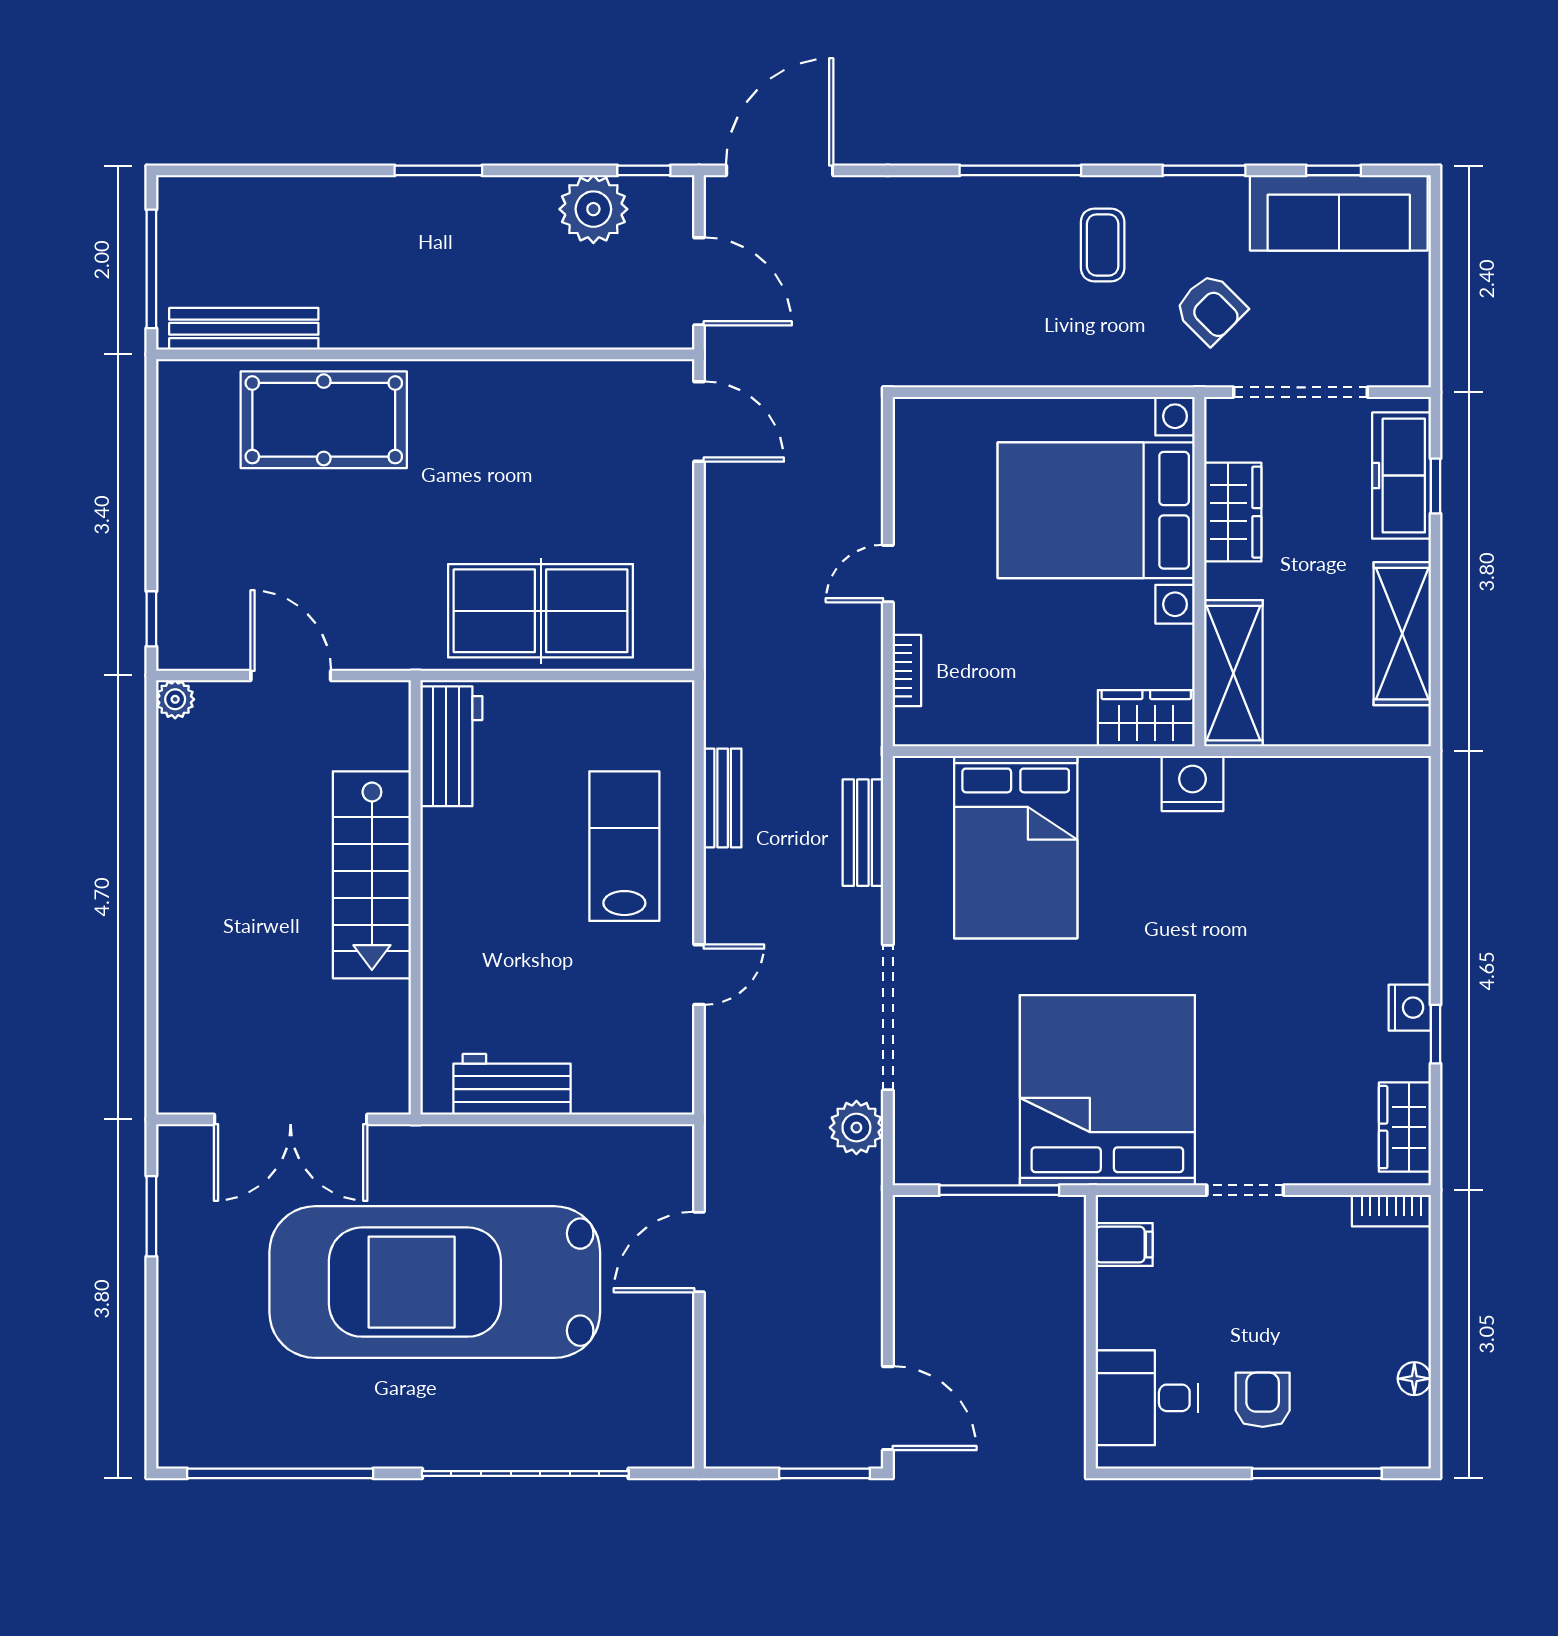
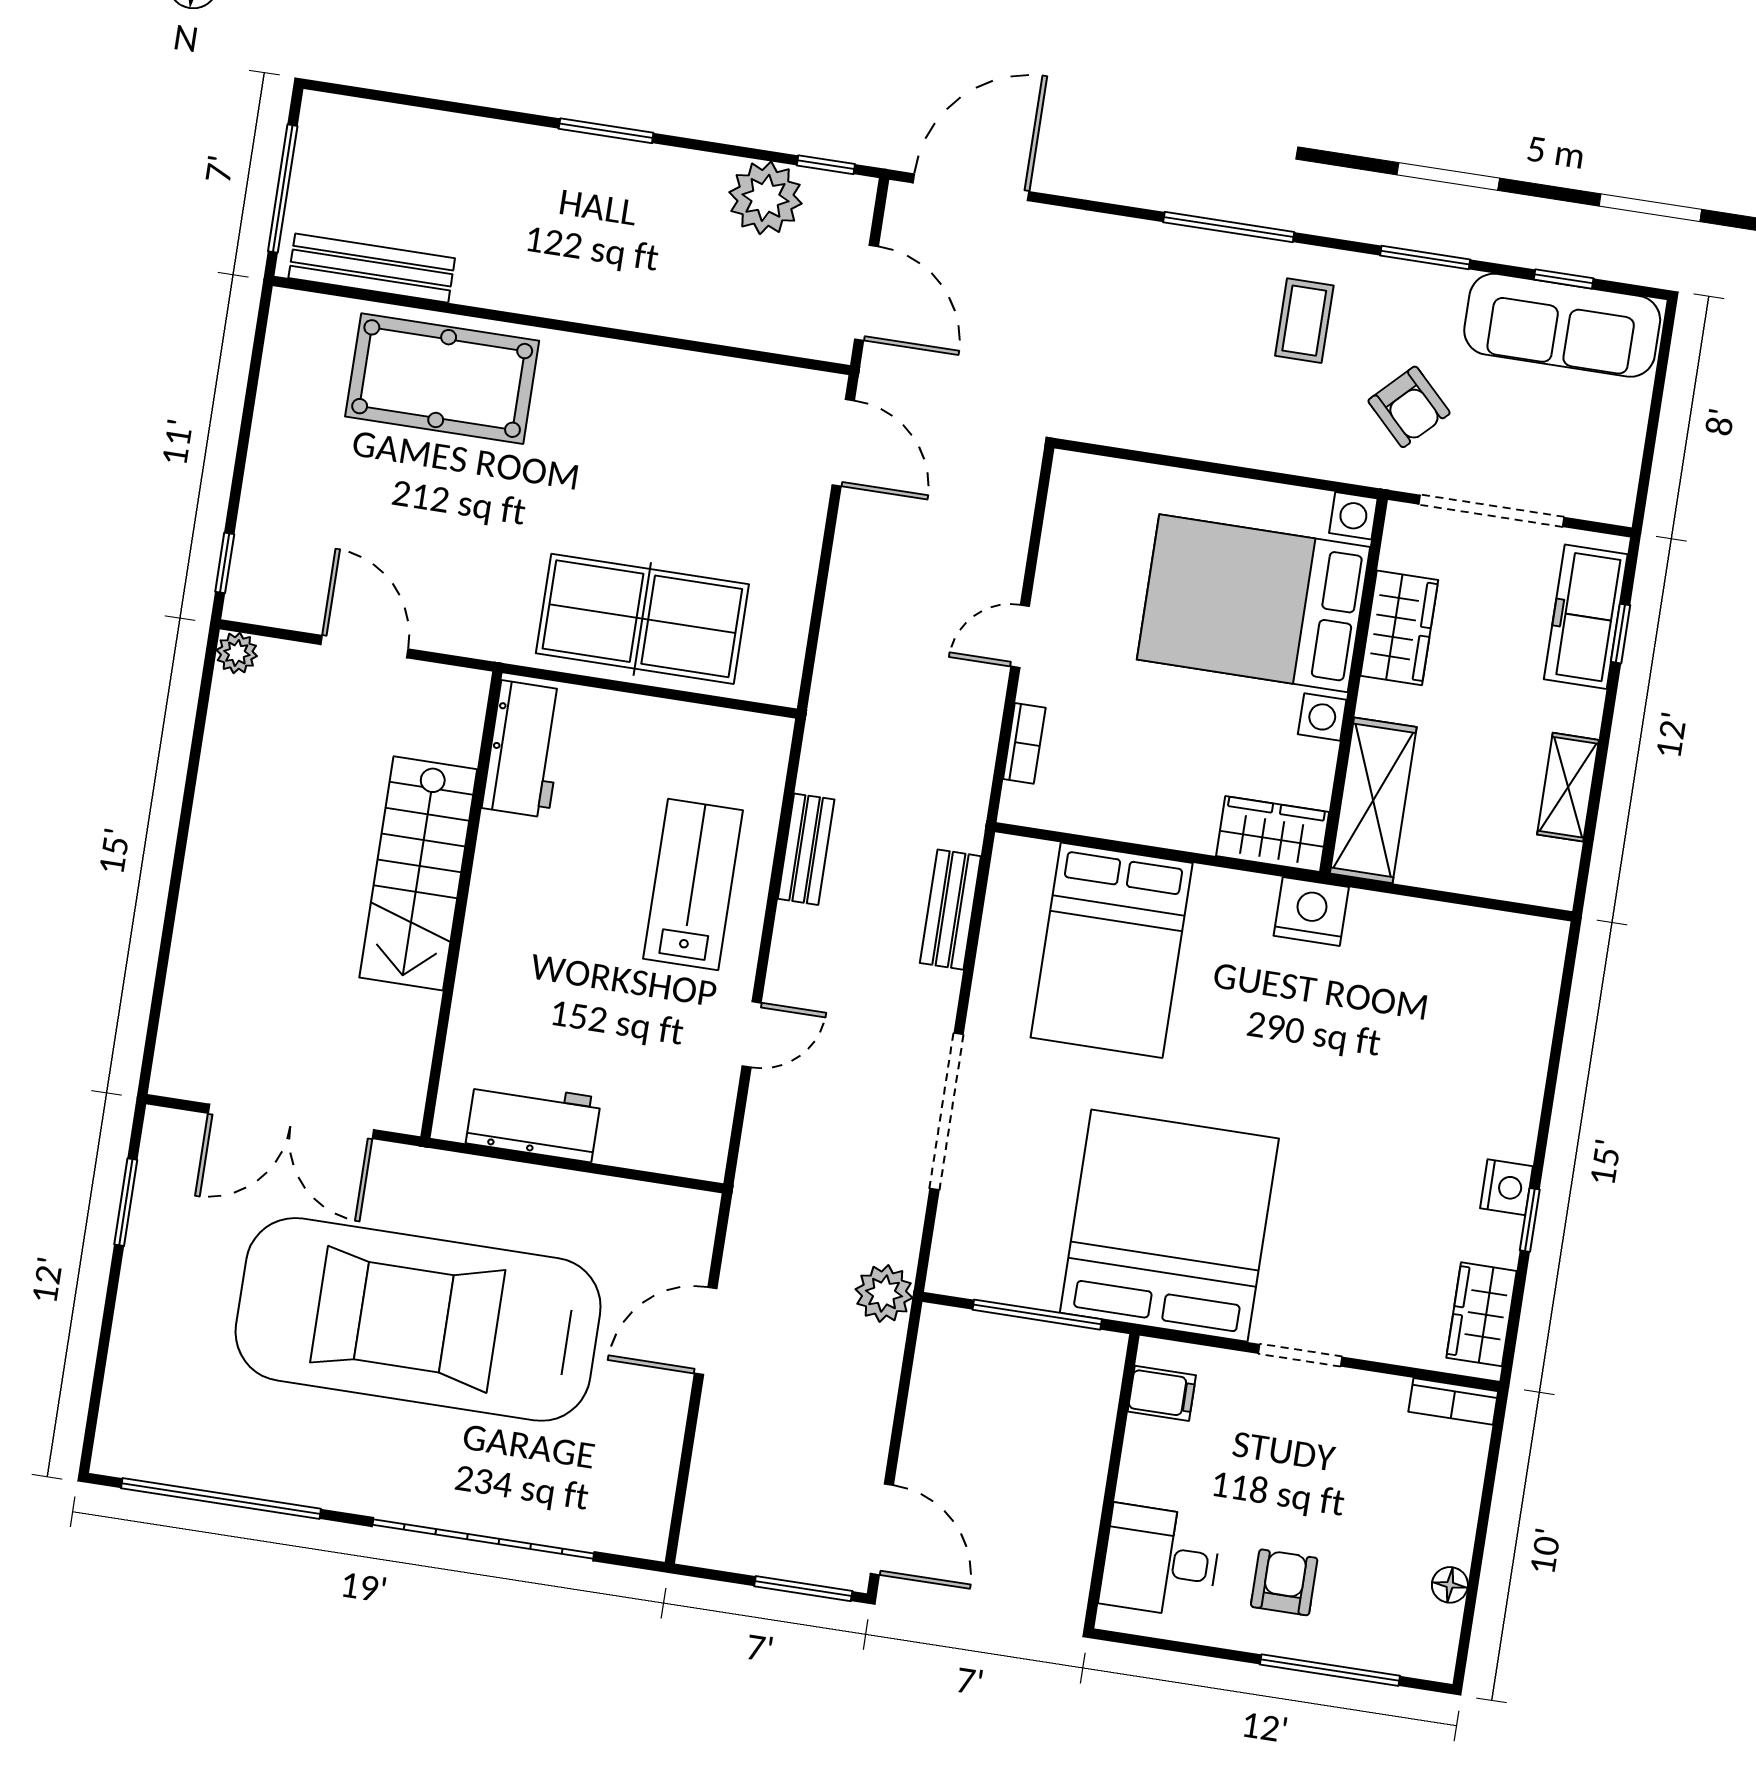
shelving: (1402, 634) -> (1568, 787), width x0.67, depth x0.75
plant: (856, 1128) -> (884, 1293), moved

